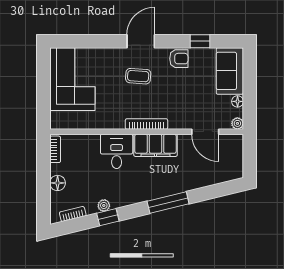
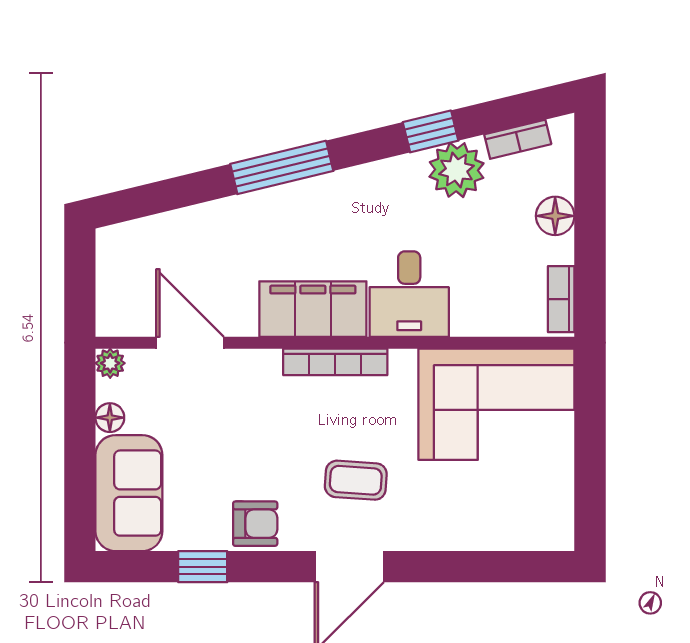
armchair: (179, 59) -> (255, 524), turned 180
corner sofa: (72, 79) -> (496, 404), moved, turned -90
plant: (104, 205) -> (457, 170), width x1.88, depth x1.88

